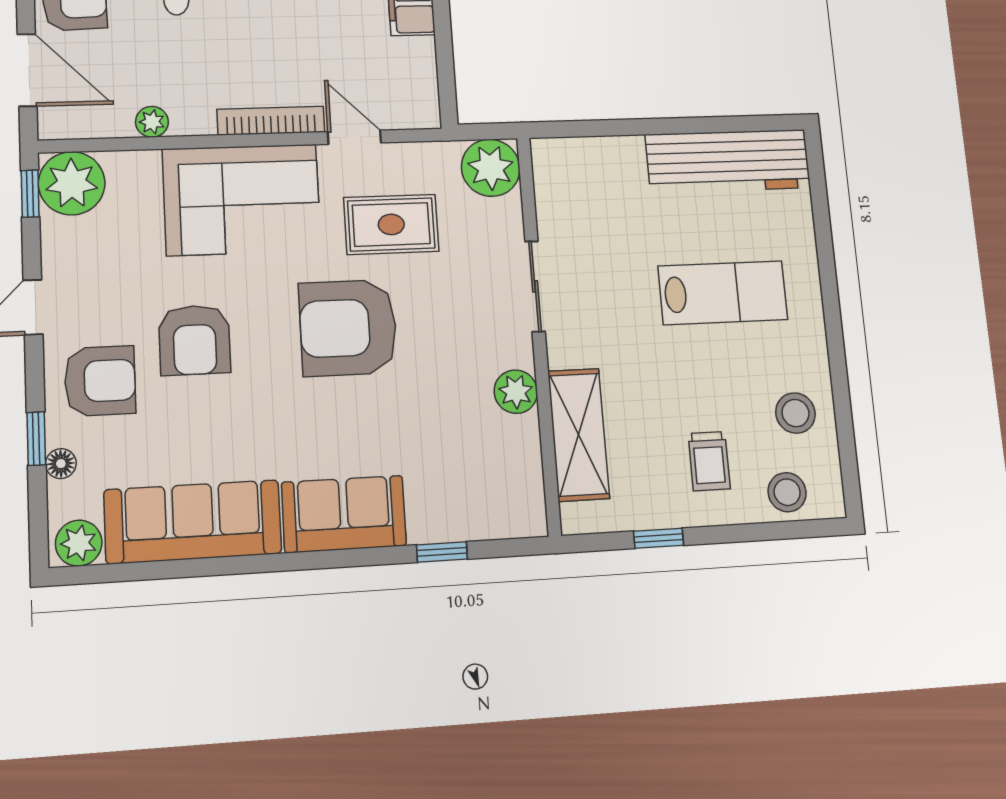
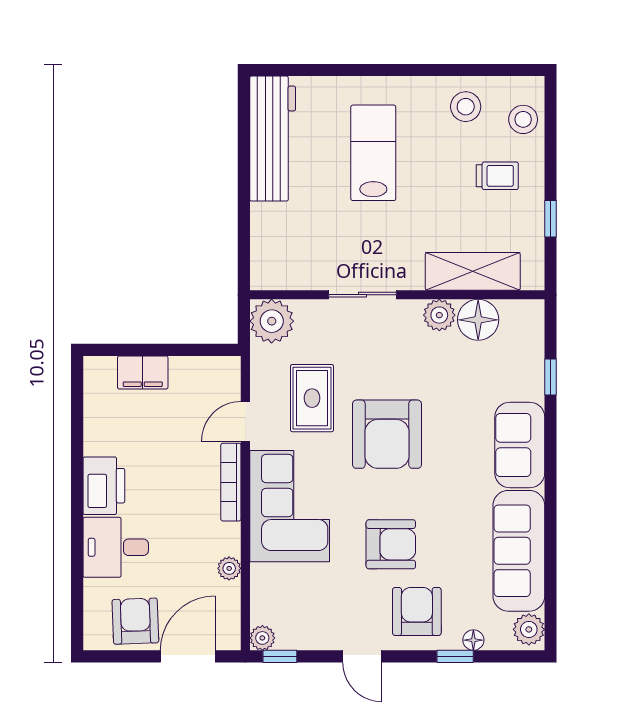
plant: (72, 183) -> (262, 638), width x0.53, depth x0.53
floor lamp: (514, 446) -> (478, 320), added

